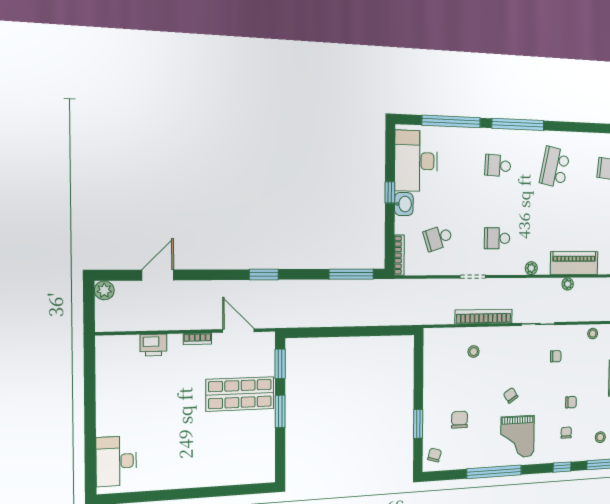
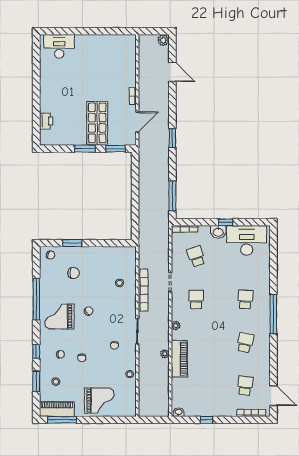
window: (451, 121) -> (273, 265), removed
school desk: (555, 167) -> (245, 343), width x0.54
printer: (153, 345) -> (46, 121), moved, turned 180

